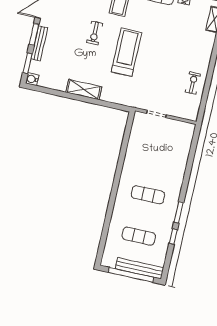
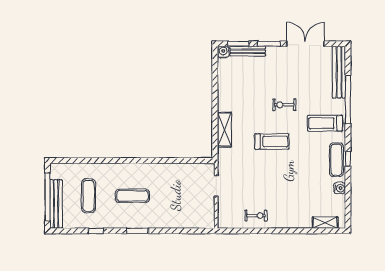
bench: (39, 43) -> (248, 51), moved
treadmill: (127, 52) -> (272, 142), width x0.73, depth x0.73
shelving: (84, 90) -> (224, 130), moved
exercise mat: (148, 195) -> (132, 196), turned 90
window: (179, 212) -> (137, 231), moved

